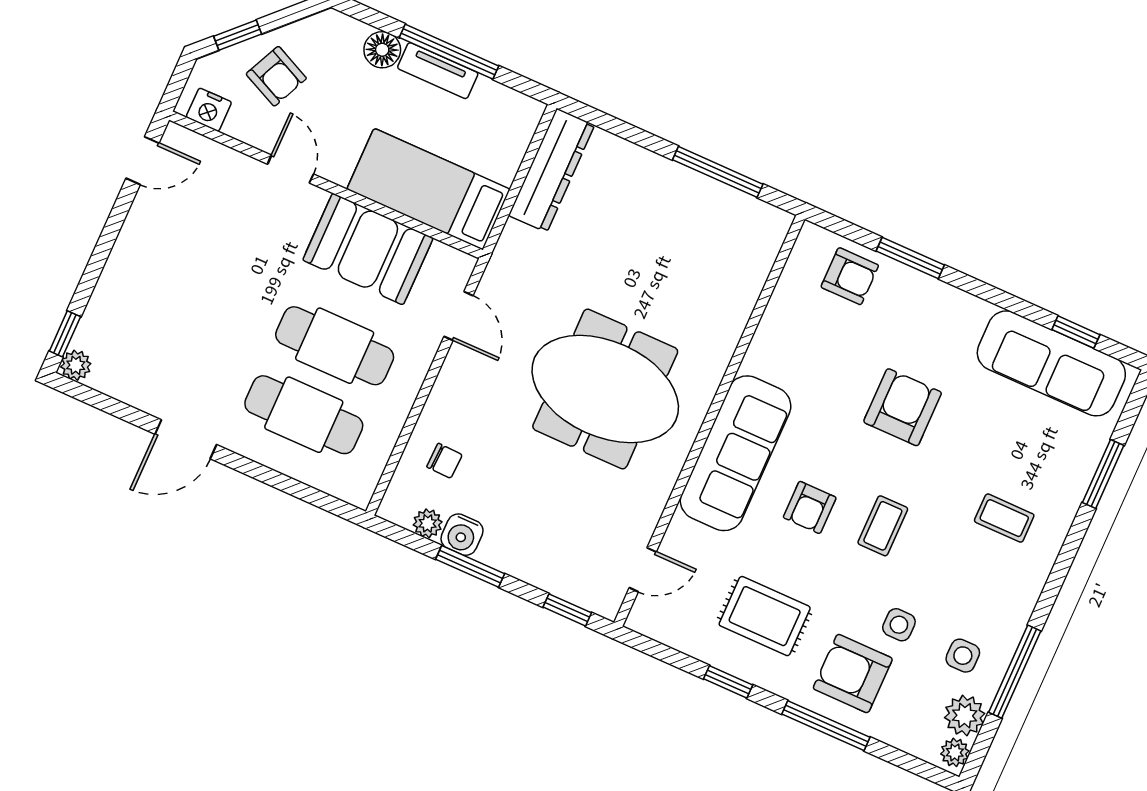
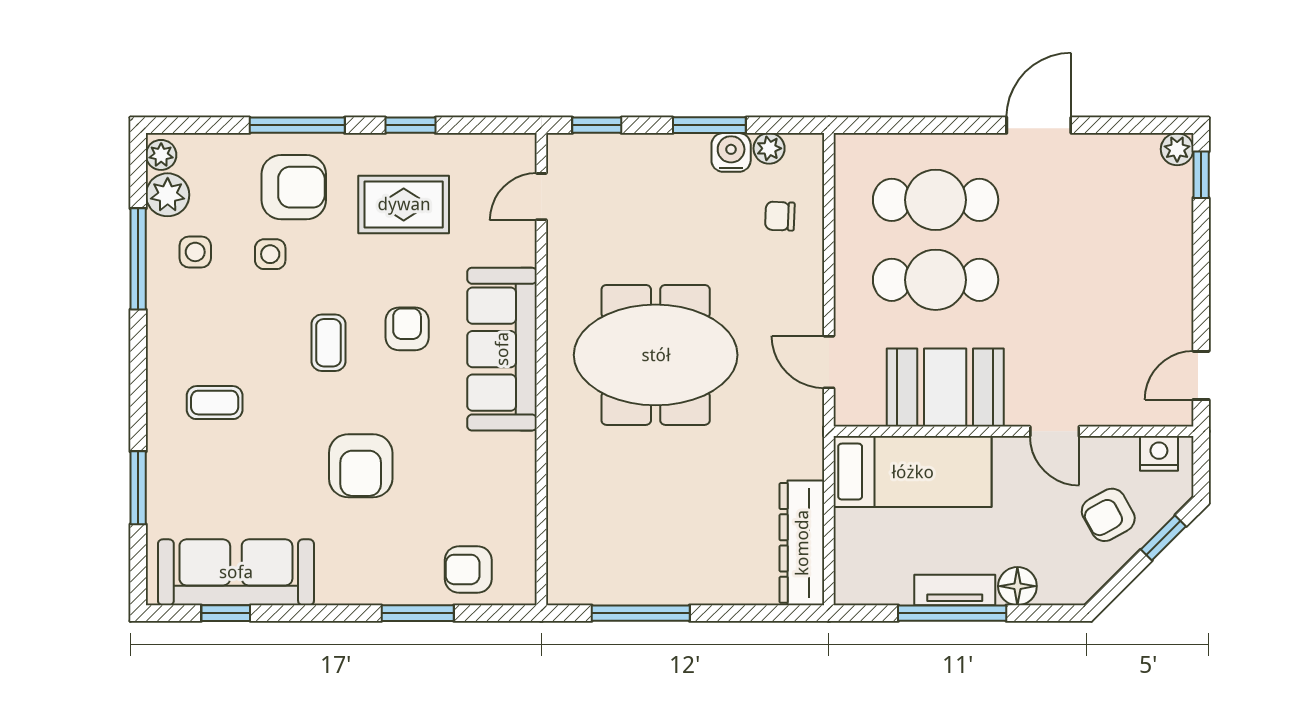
armchair: (276, 76) -> (1108, 515), turned -54

